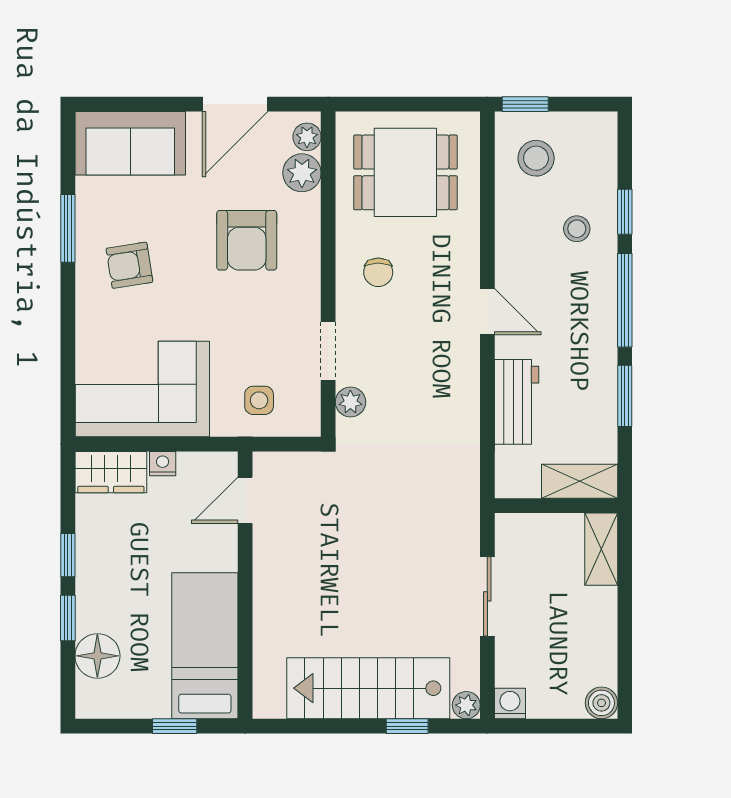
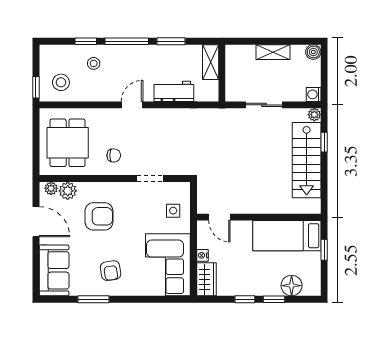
plant: (350, 402) -> (174, 168), removed
shelving: (601, 549) -> (273, 52), moved

